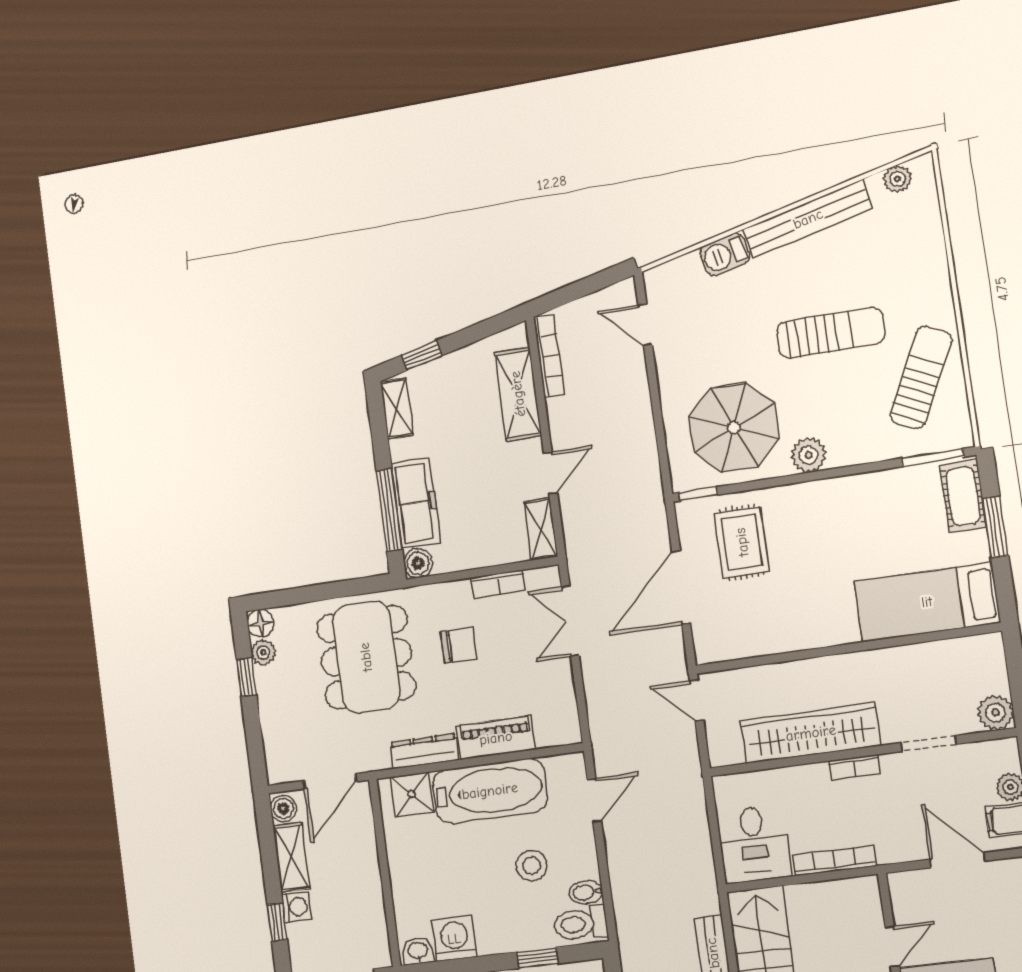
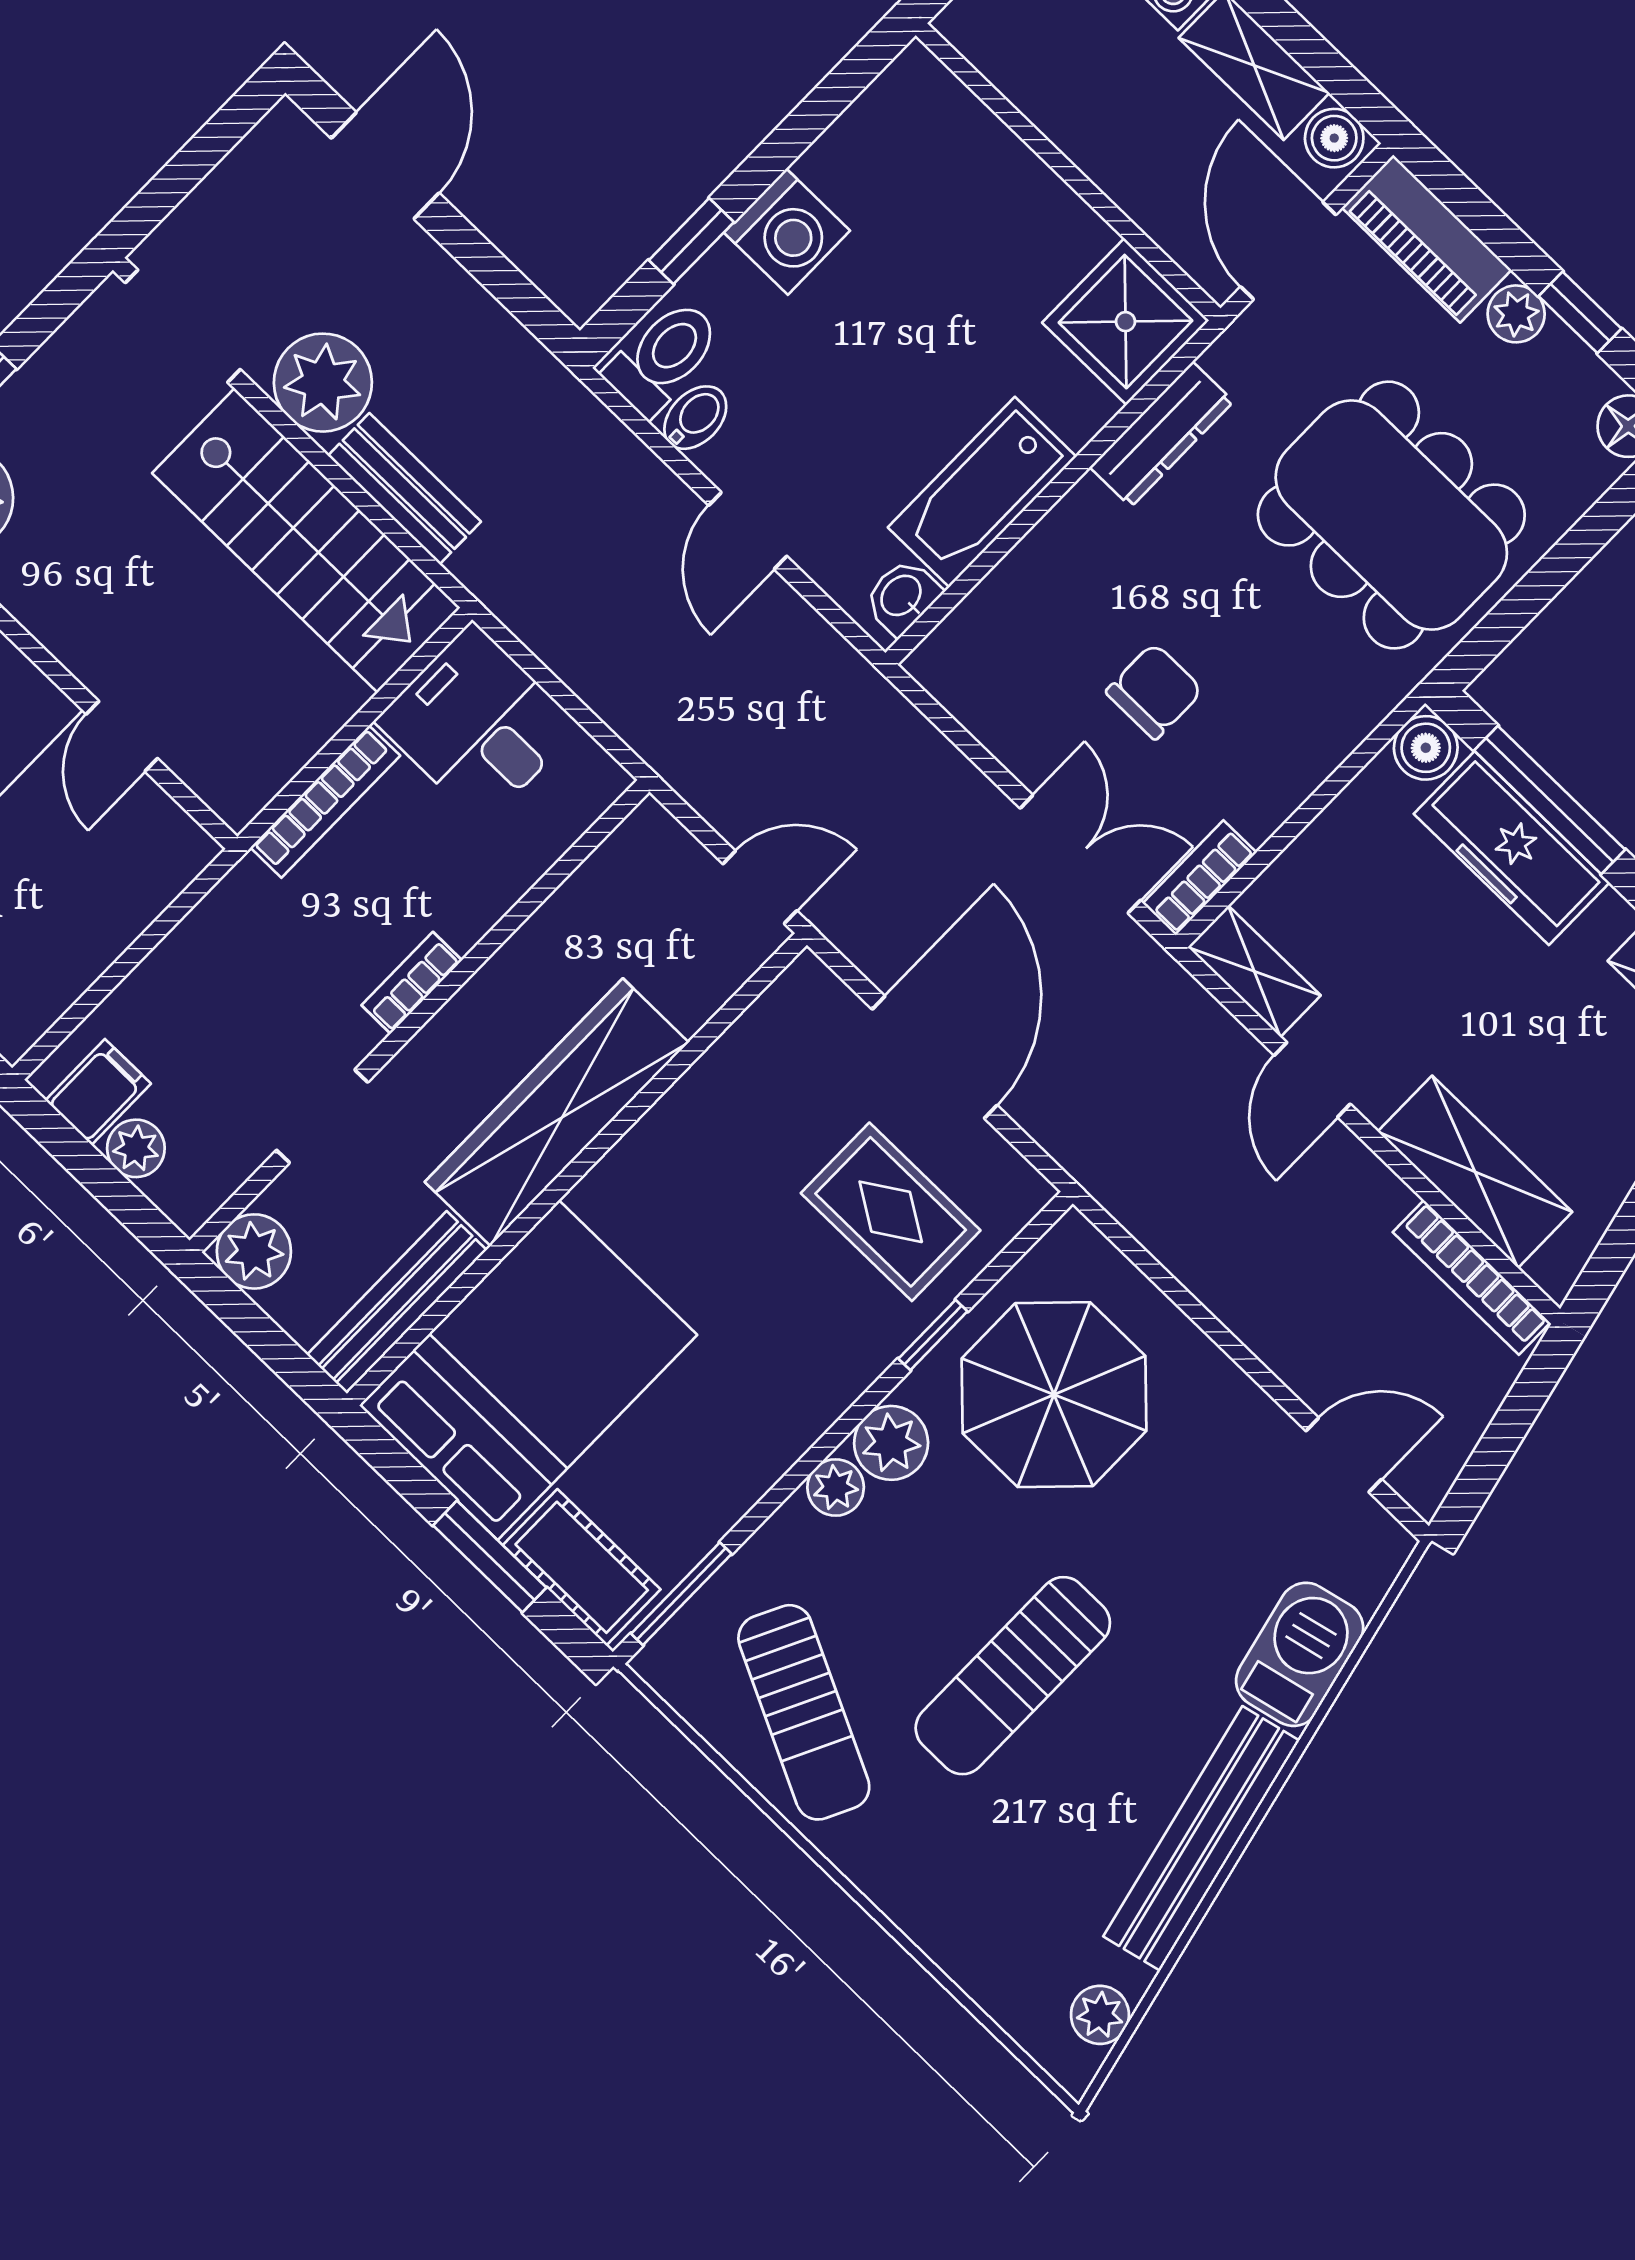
barbecue: (725, 254) -> (1300, 1654), width x1.38, depth x1.27
plant: (843, 454) -> (836, 1487), added
window: (698, 494) -> (933, 1335), moved
bookcase: (498, 584) -> (1200, 878), moved
bed: (927, 602) -> (528, 1370), width x1.50
chair: (459, 645) -> (1154, 691), moved, turned 180
bench: (955, 651) -> (397, 1302), added
plant: (263, 652) -> (1516, 314), moved
wardrobe: (811, 733) -> (557, 1112), moved, turned 180
piano: (496, 738) -> (1427, 239), moved, turned 90
bathtub: (490, 791) -> (982, 492), width x0.73, depth x0.73
shower: (412, 794) -> (1125, 322), width x1.36, depth x1.36
door: (594, 800) -> (748, 531), moved
door: (958, 860) -> (127, 962), removed
stool: (532, 865) -> (823, 389), removed
washing machine: (454, 939) -> (787, 232), moved
washbasin: (418, 951) -> (902, 597), moved, turned 180

